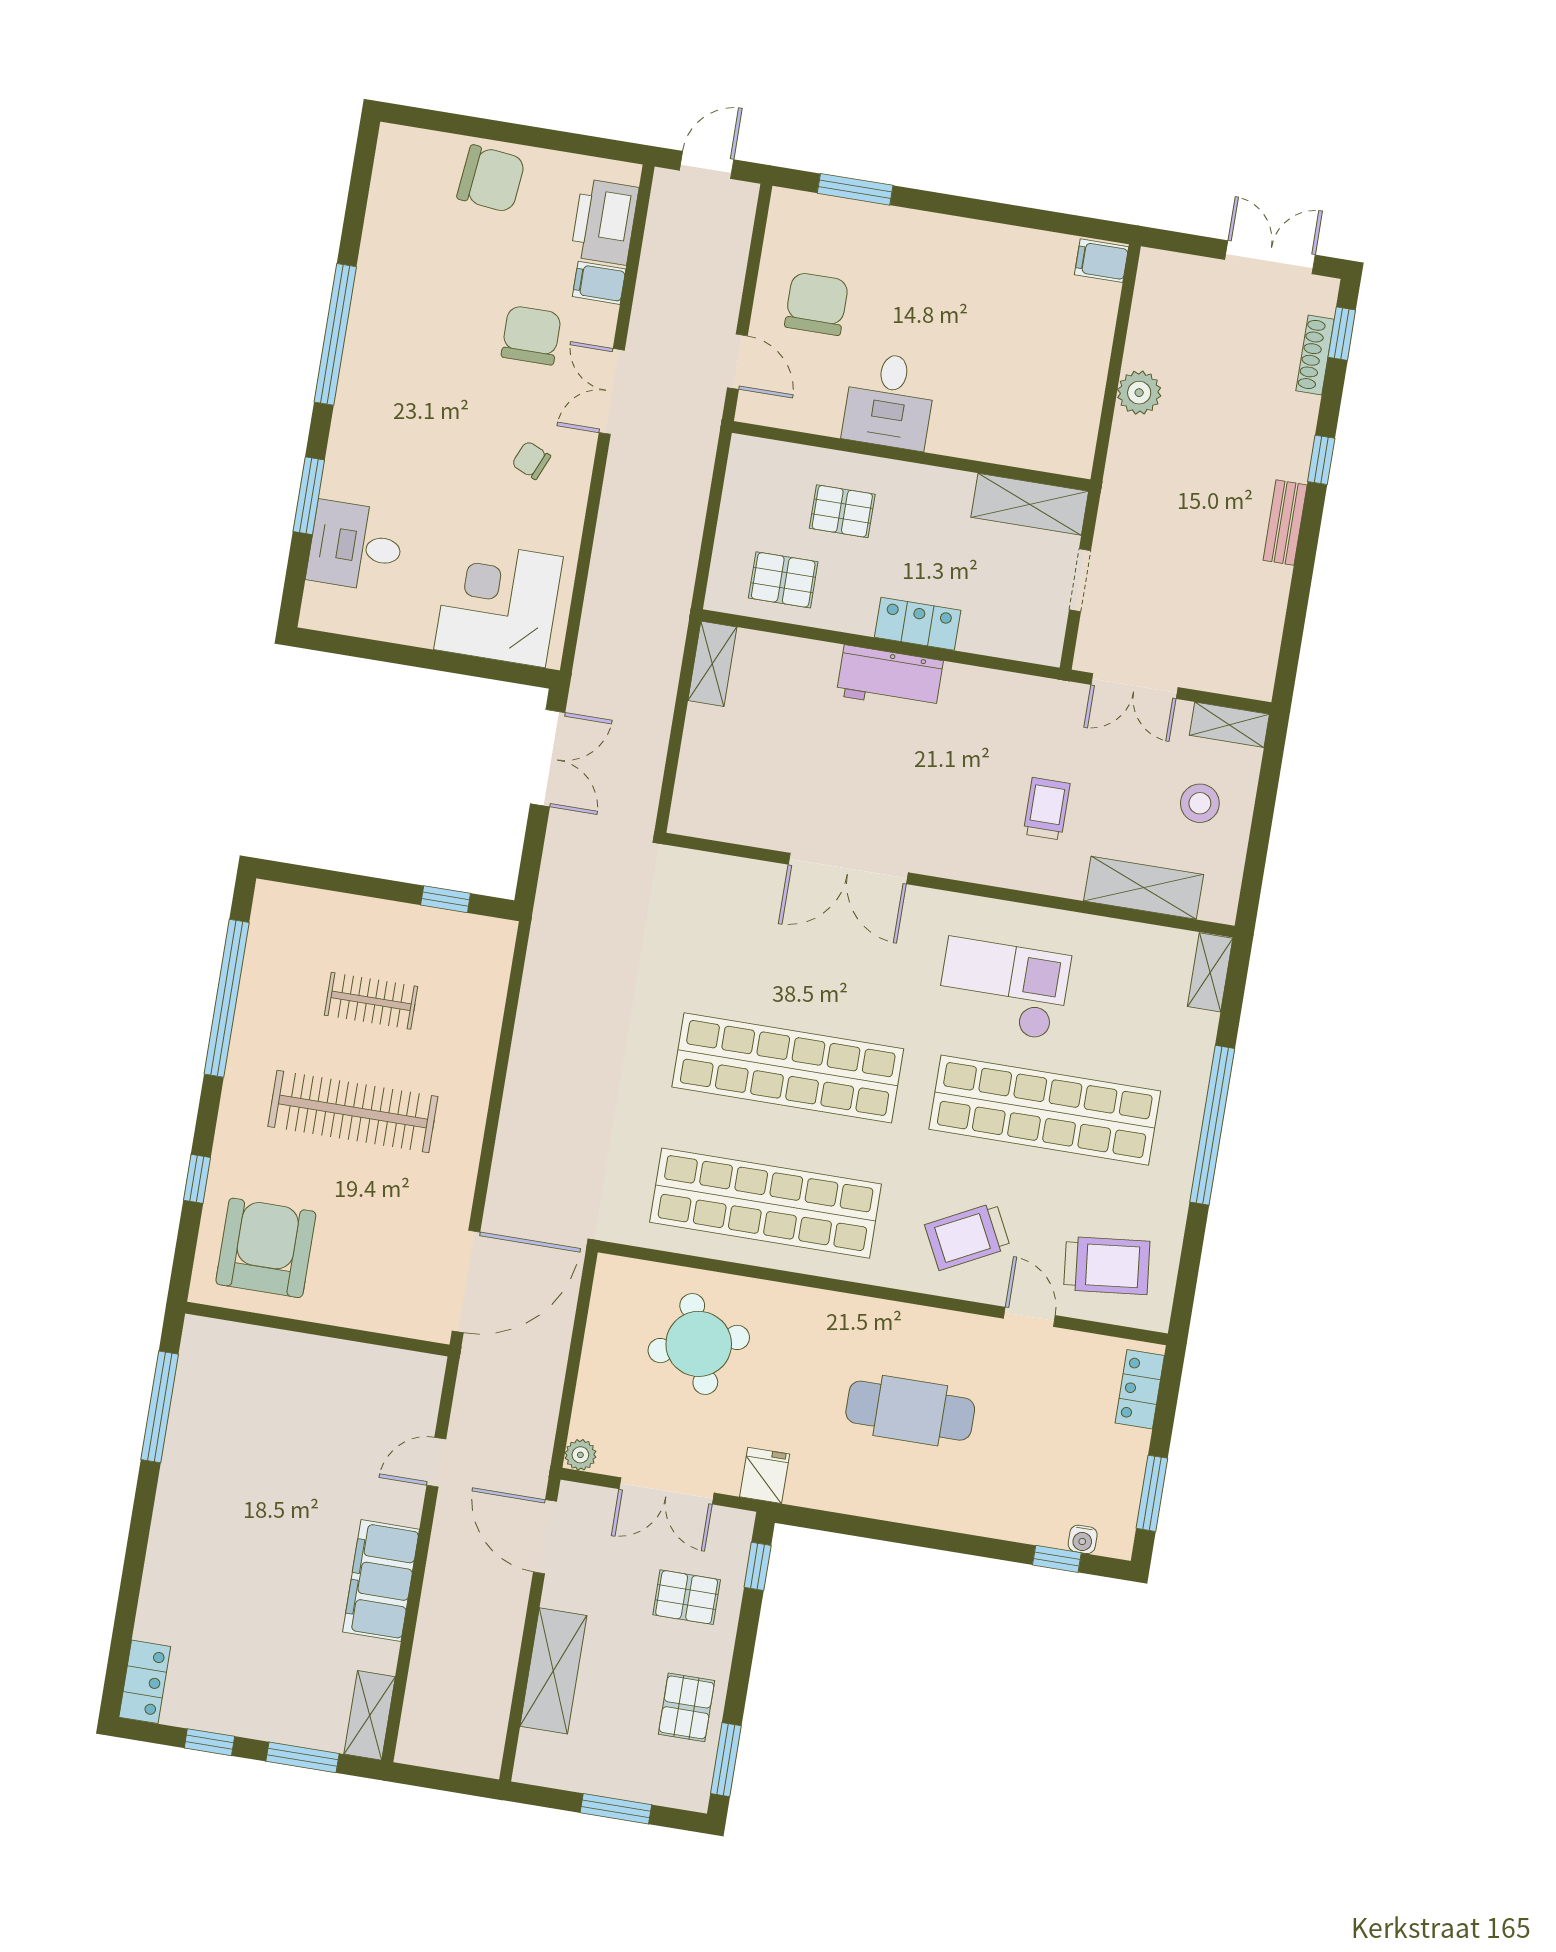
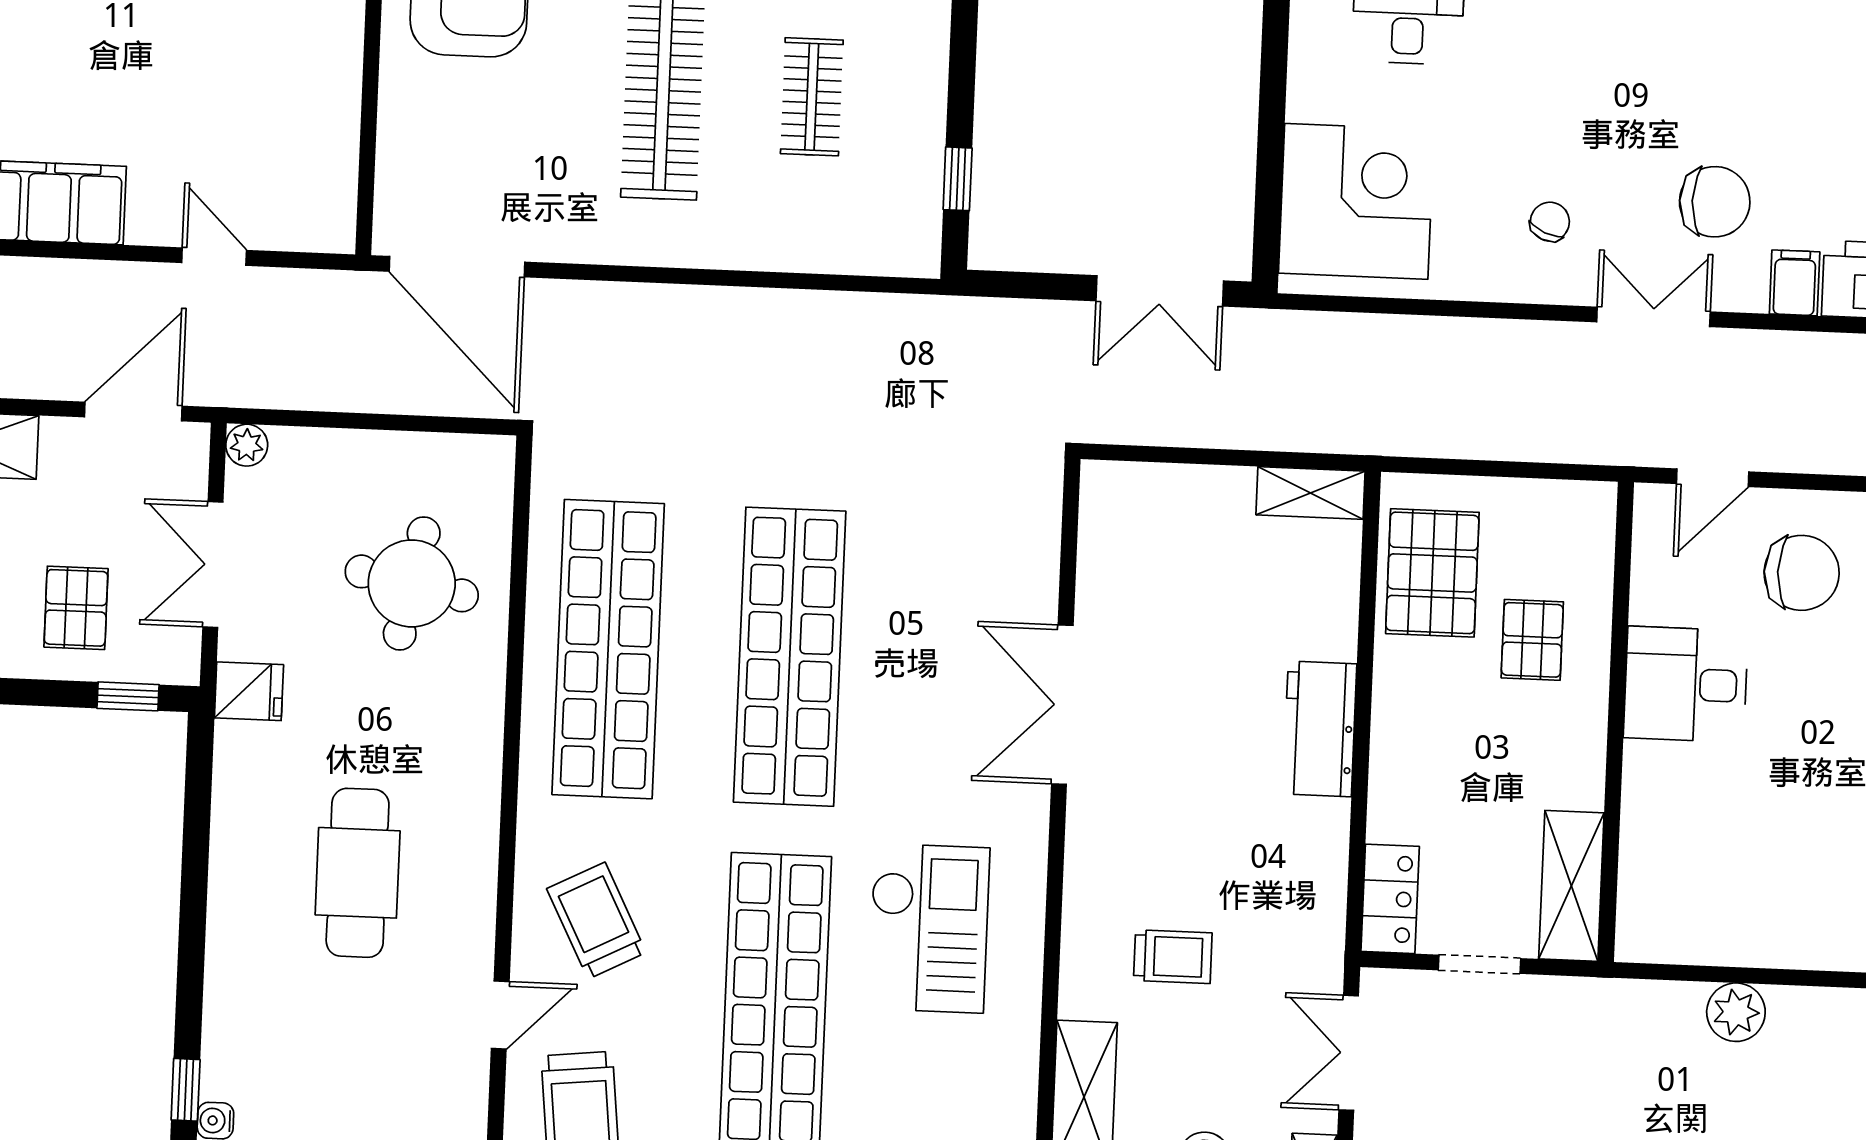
pallet: (783, 580) -> (1432, 573), width x1.50, depth x1.42
locker: (918, 624) -> (1390, 899), moved
round table: (699, 1344) -> (412, 583), turned 30

